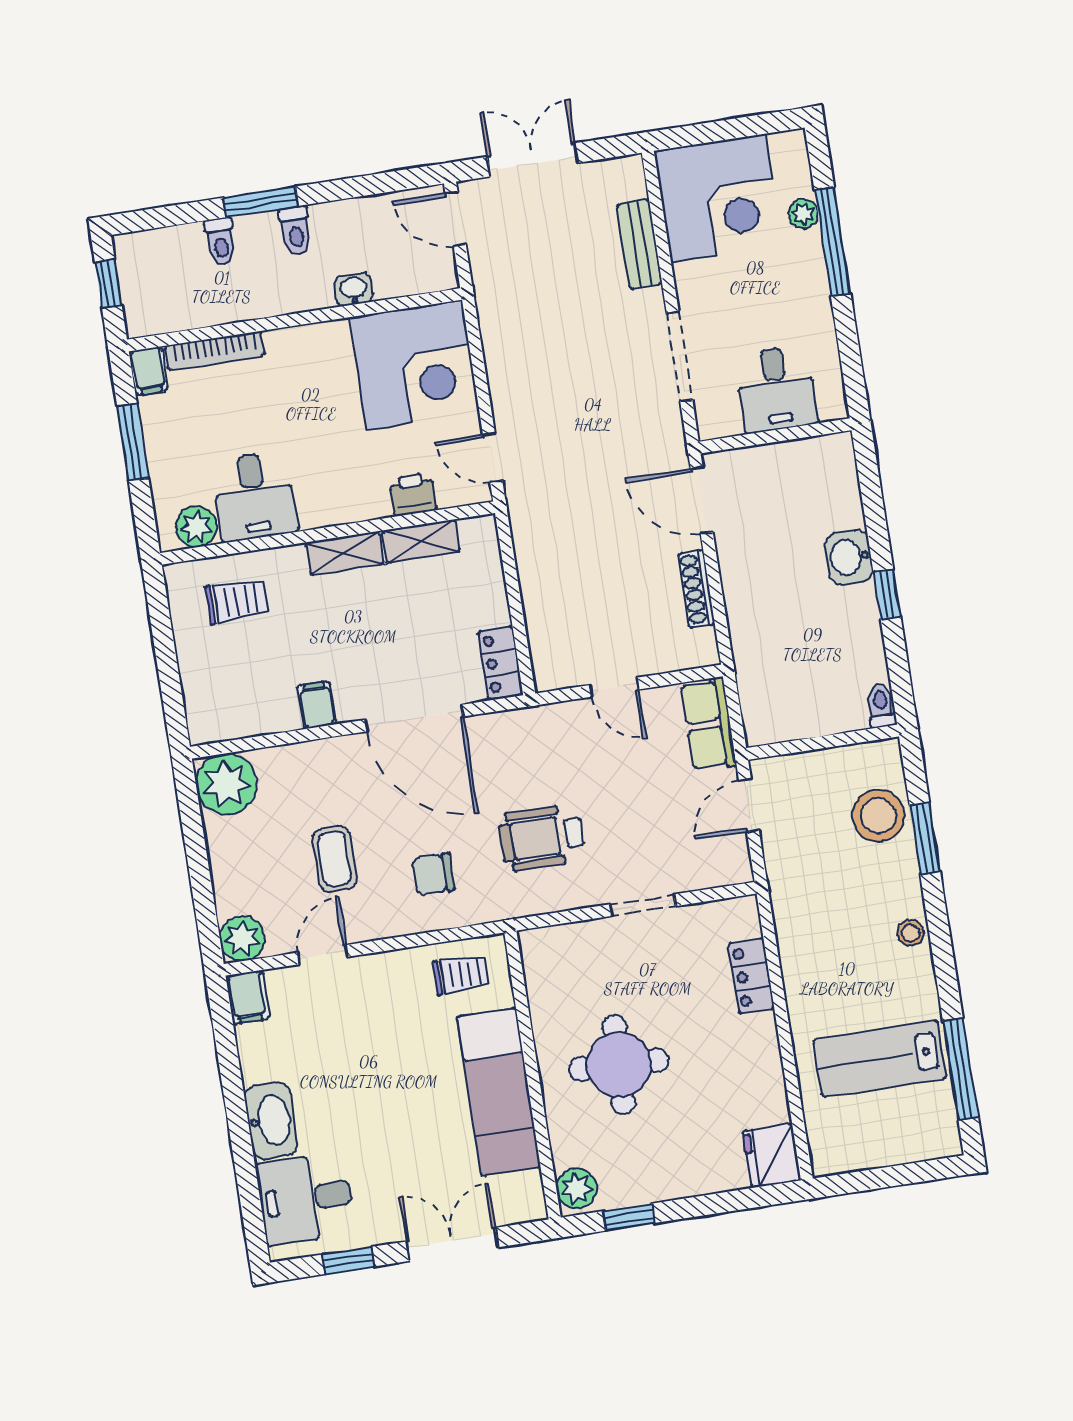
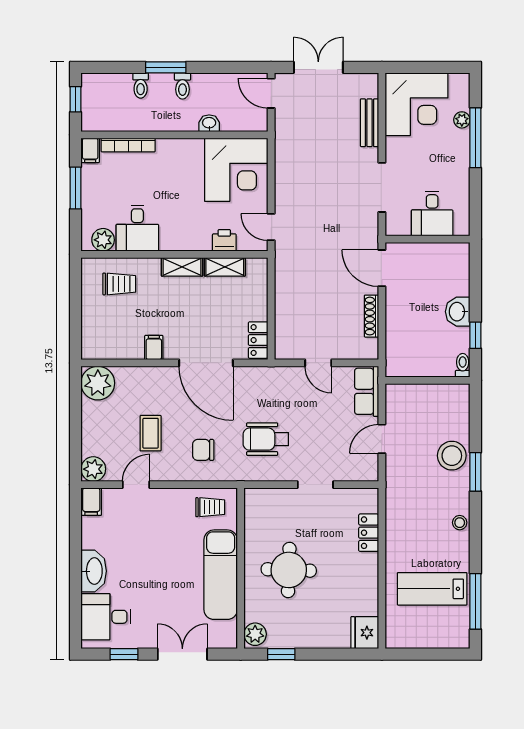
toilet: (881, 706) -> (463, 365), moved
wall: (823, 742) -> (428, 380), moved

